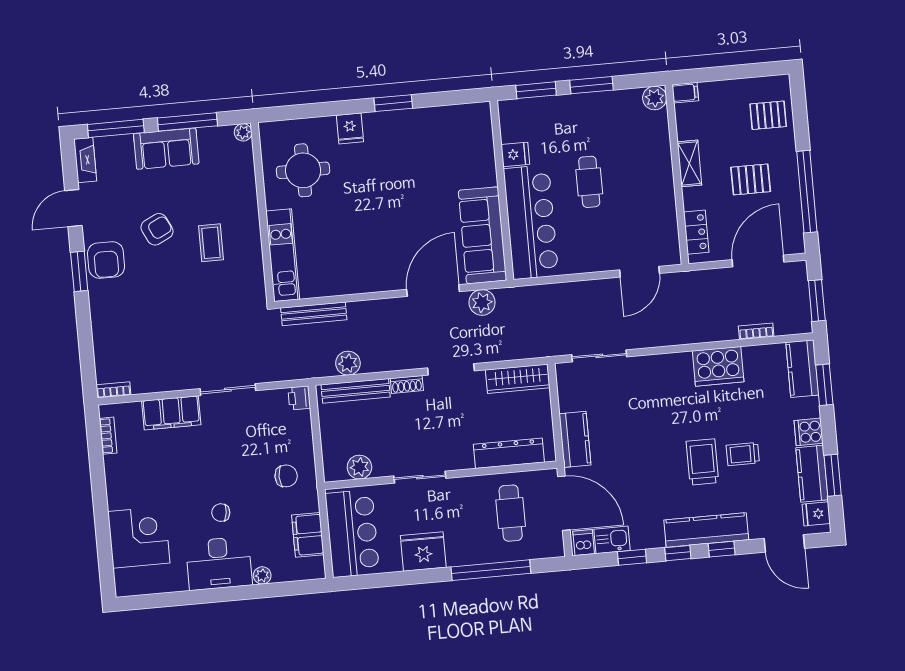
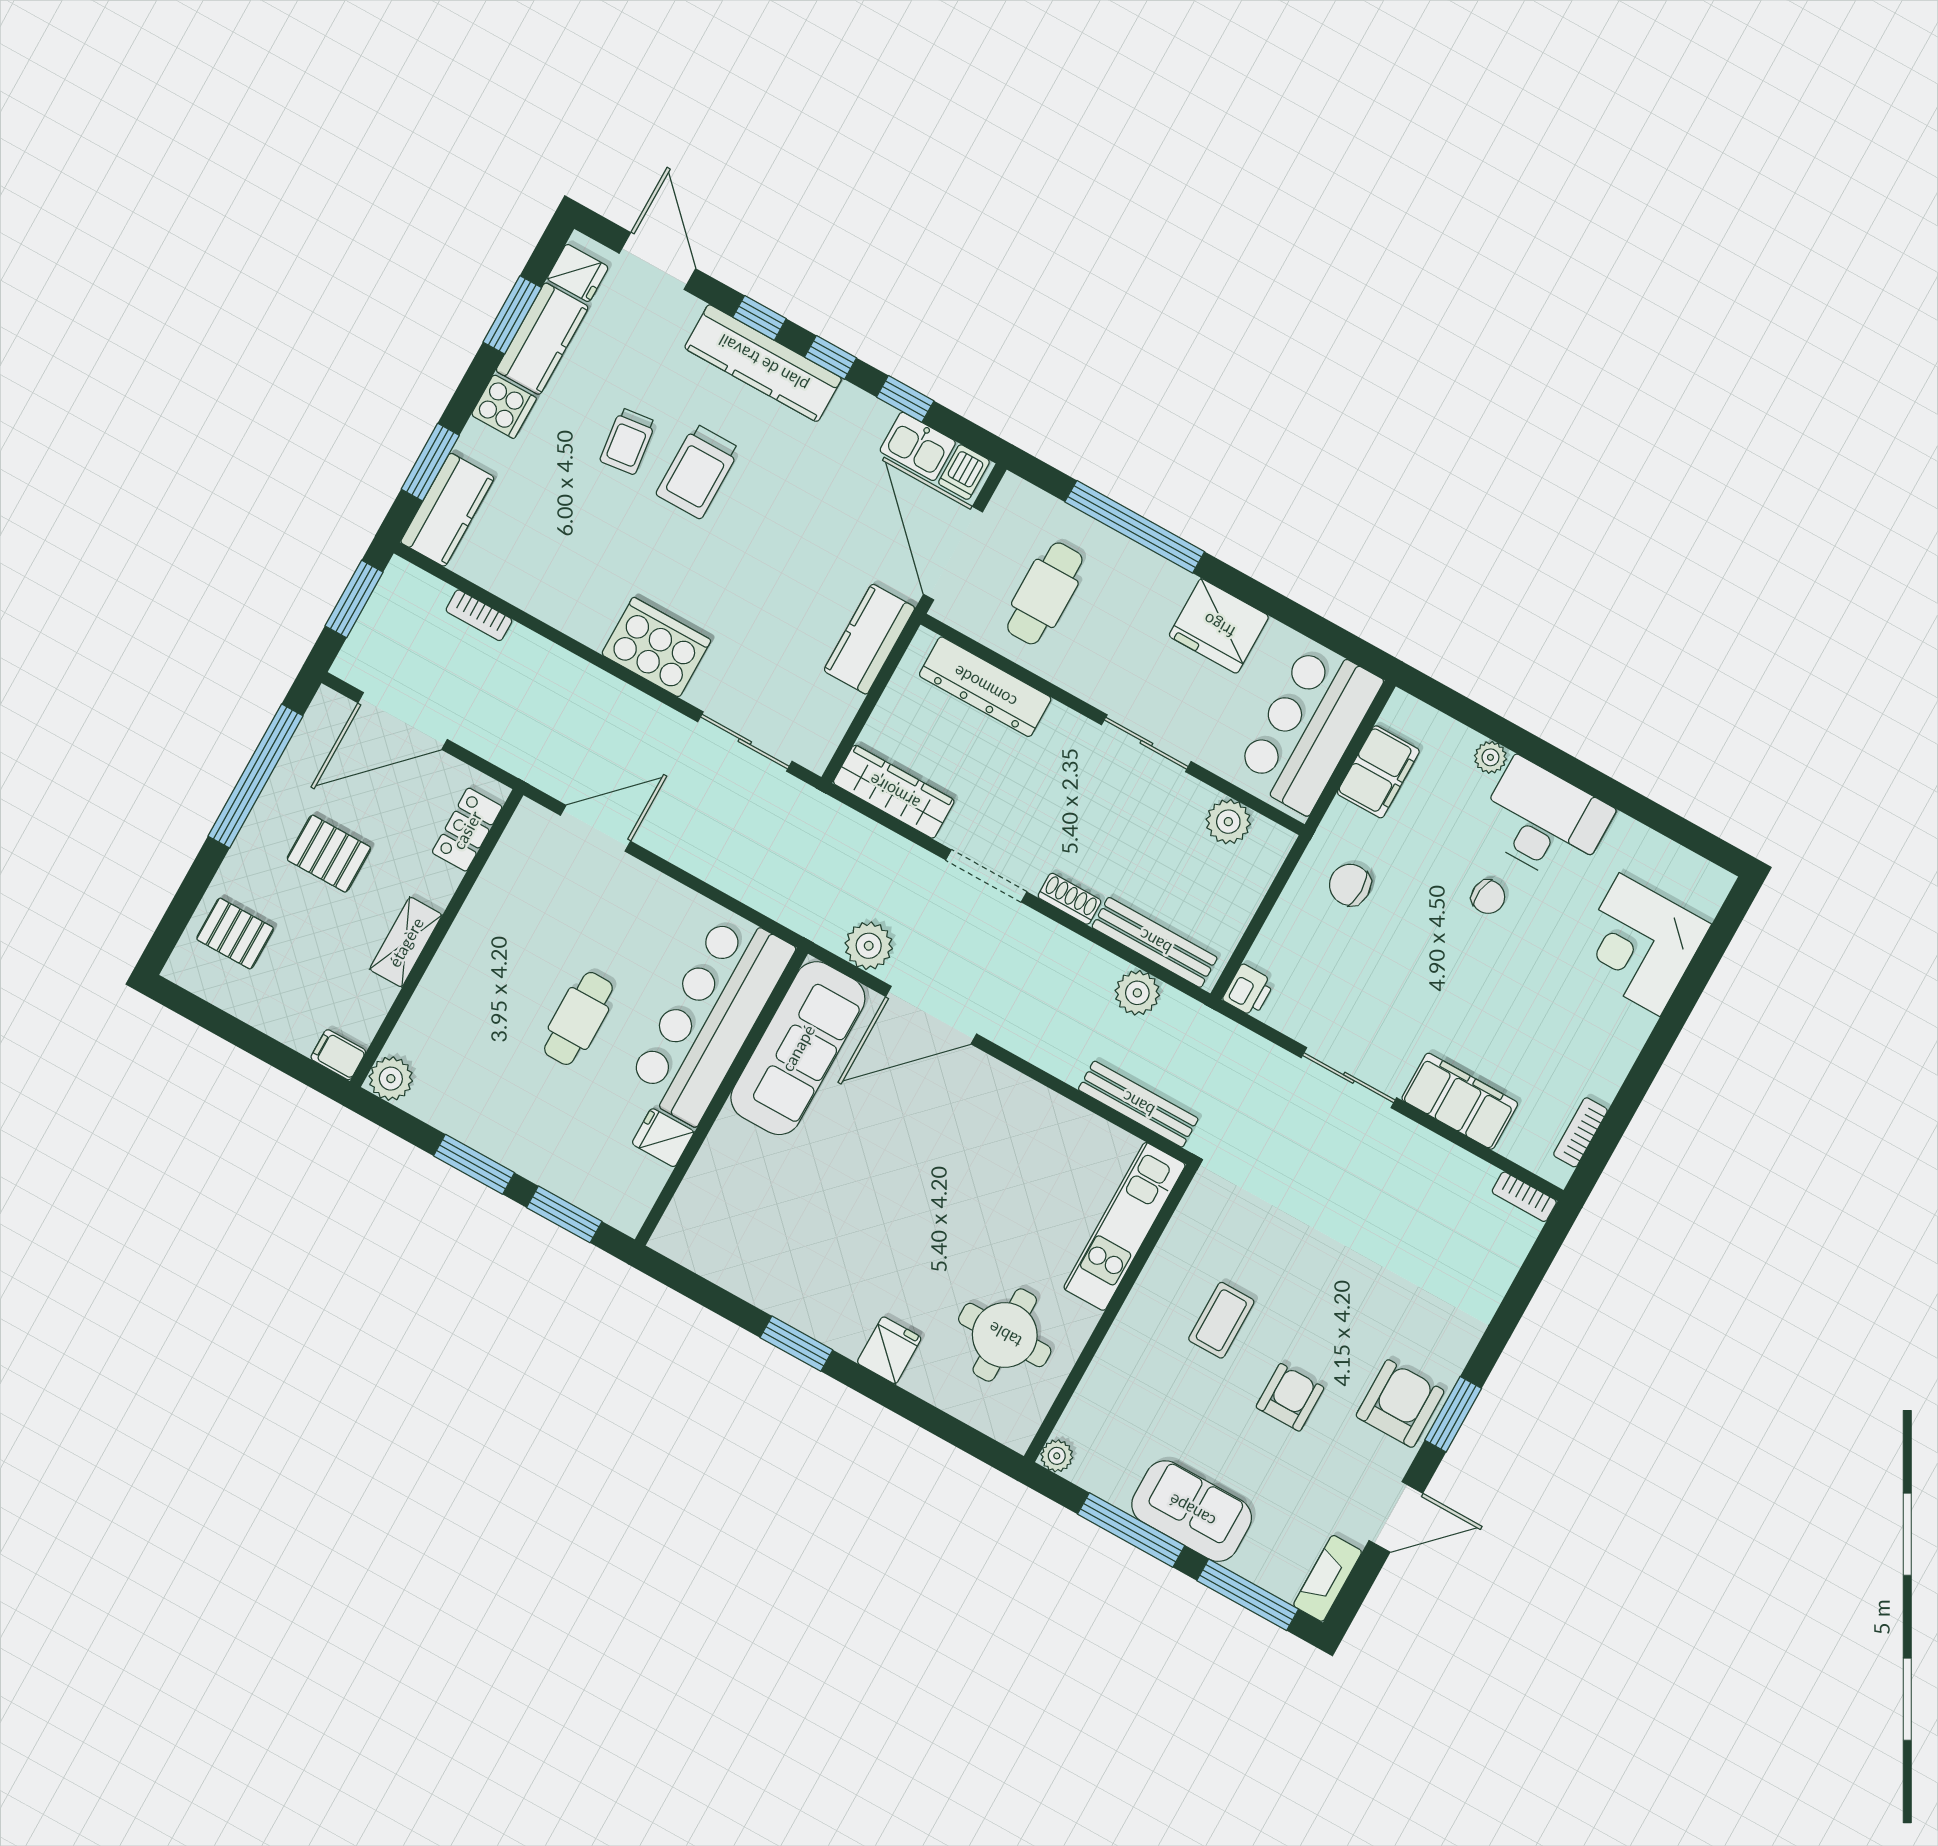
armchair: (157, 229) -> (1290, 1397), turned 116
cooker: (718, 366) -> (656, 647), moved
trolley: (743, 454) -> (628, 441), turned 83

